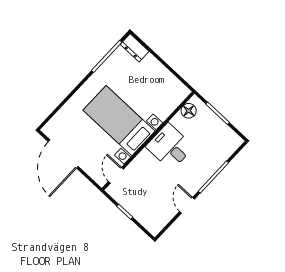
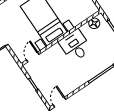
door: (187, 205) -> (59, 102), moved

